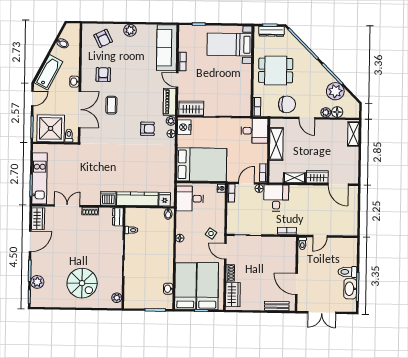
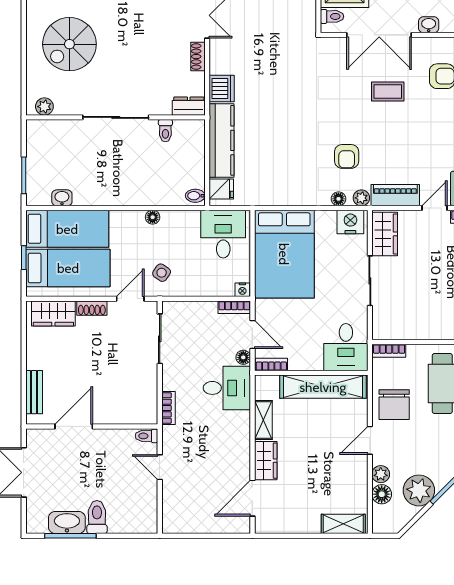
shelving: (276, 144) -> (323, 387), width x1.47

